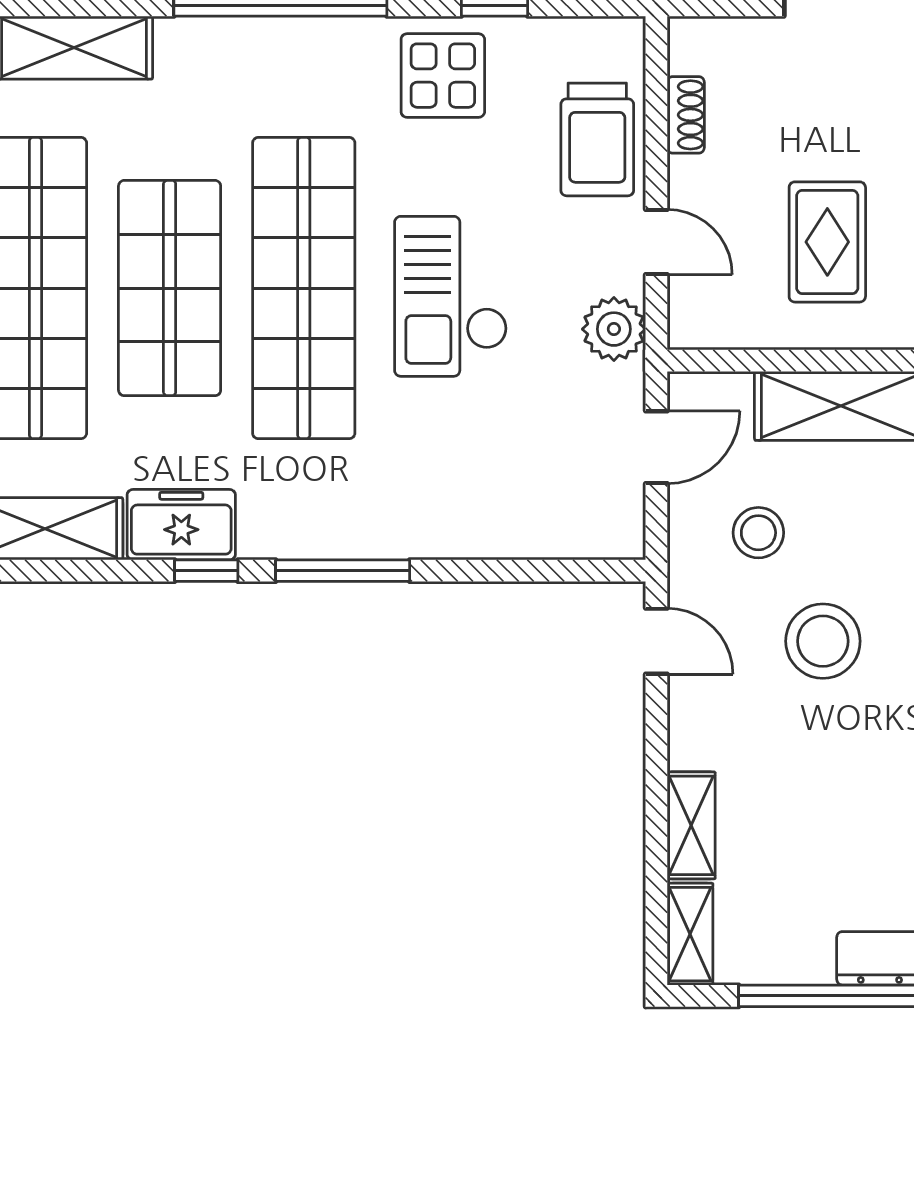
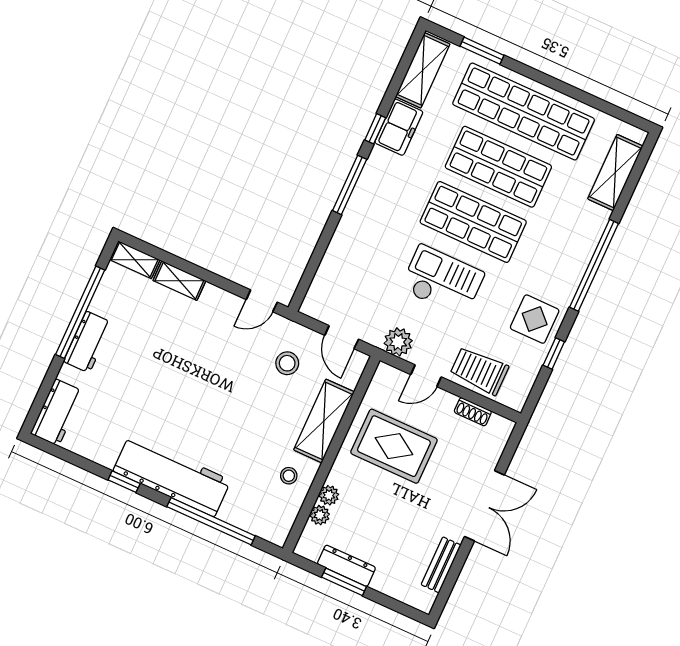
rug: (827, 242) -> (394, 446), width x1.36, depth x1.43
shop shelf: (304, 288) -> (473, 222), width x0.71
stool: (823, 641) -> (230, 369), removed

